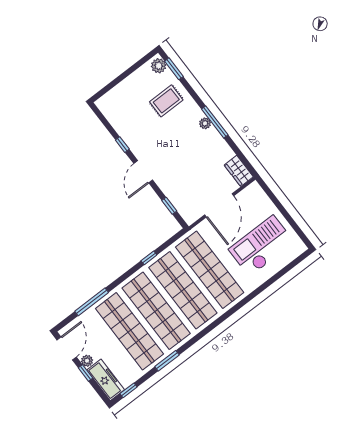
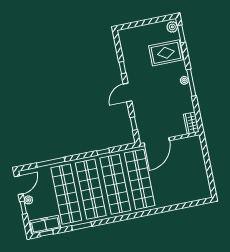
rug: (166, 101) -> (166, 53), width x1.36, depth x1.43
door: (219, 205) -> (157, 142), moved
checkout: (261, 246) -> (182, 180), removed
freezer: (106, 380) -> (45, 224), moved, turned -90

